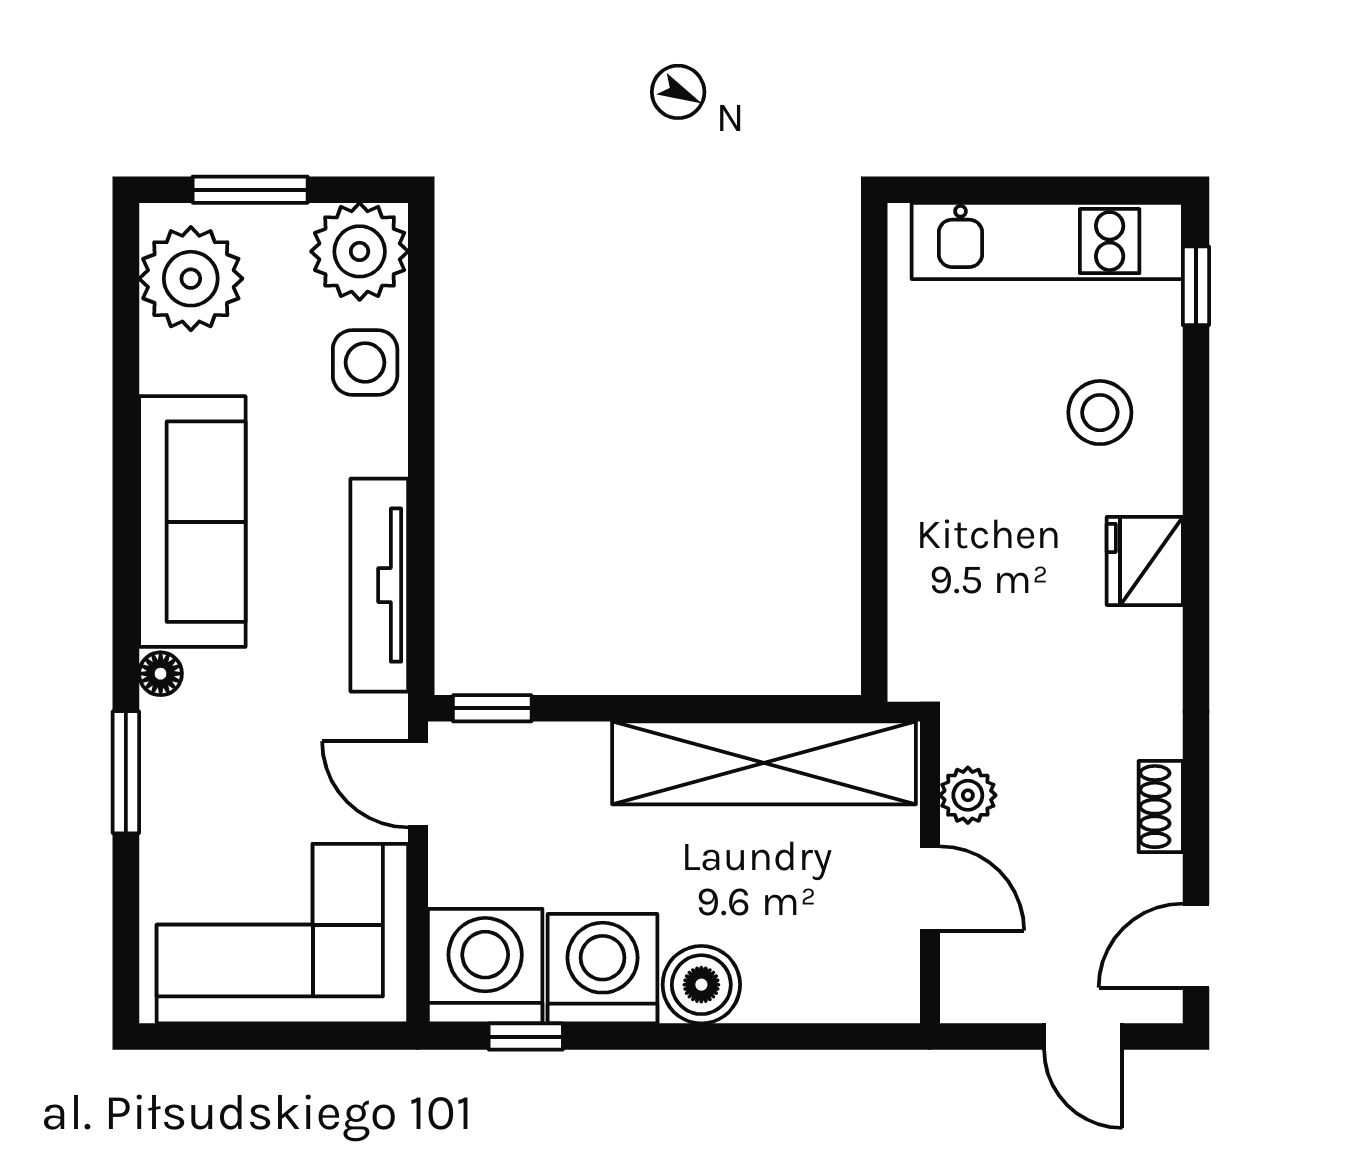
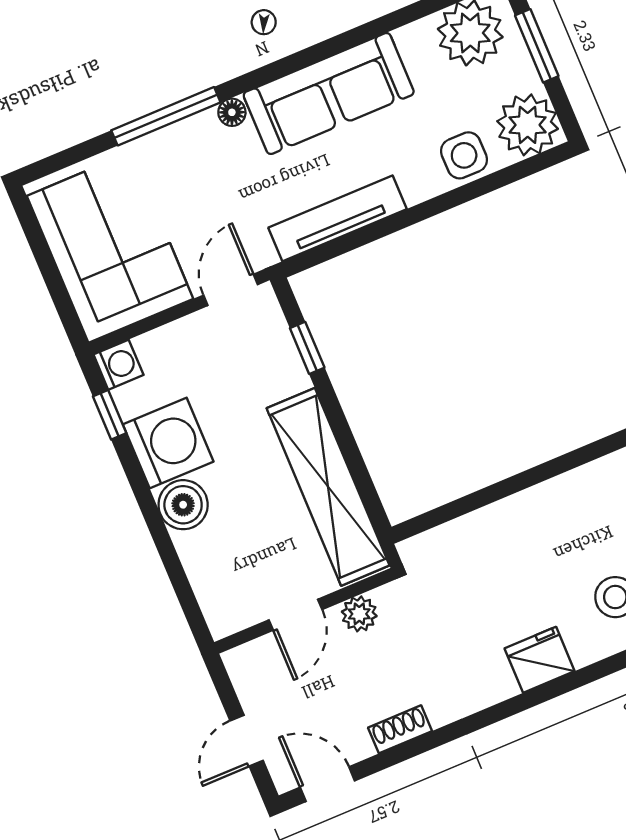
window: (492, 708) -> (307, 348), moved
window: (126, 772) -> (166, 116), width x1.44
washing machine: (485, 966) -> (118, 365), width x0.53, depth x0.53

